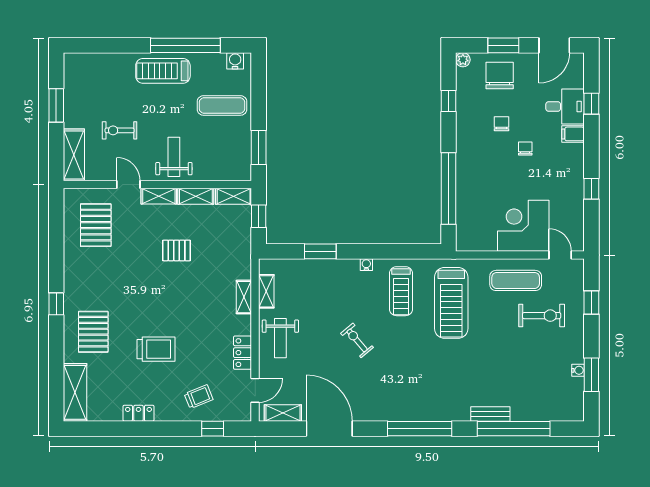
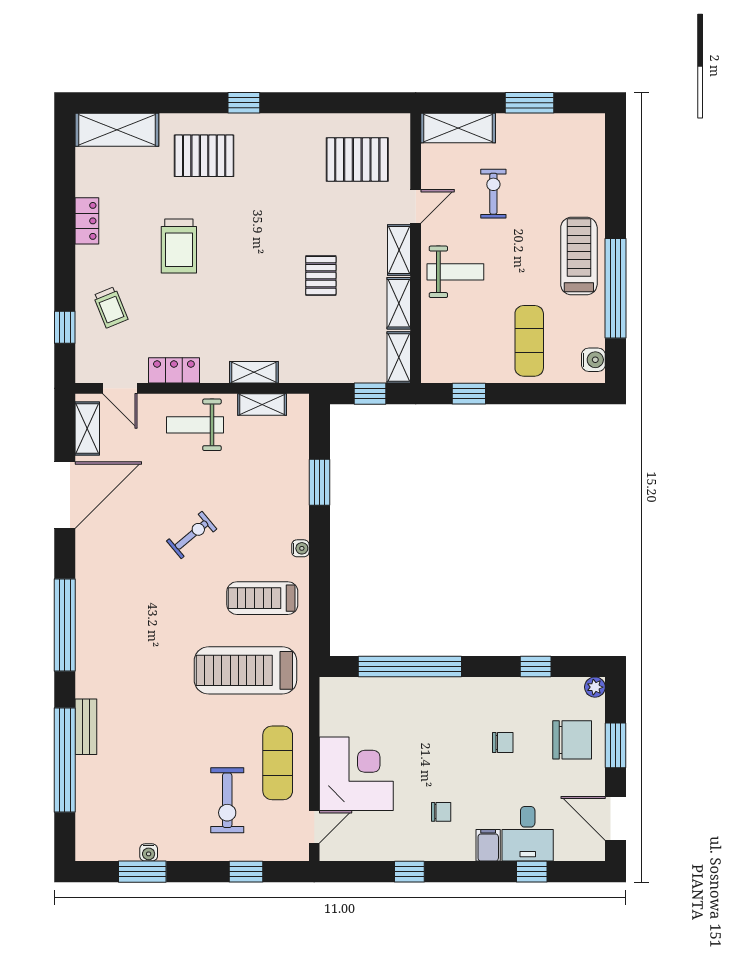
window: (259, 147) -> (469, 394), width x0.67
chair: (525, 149) -> (441, 812), moved

